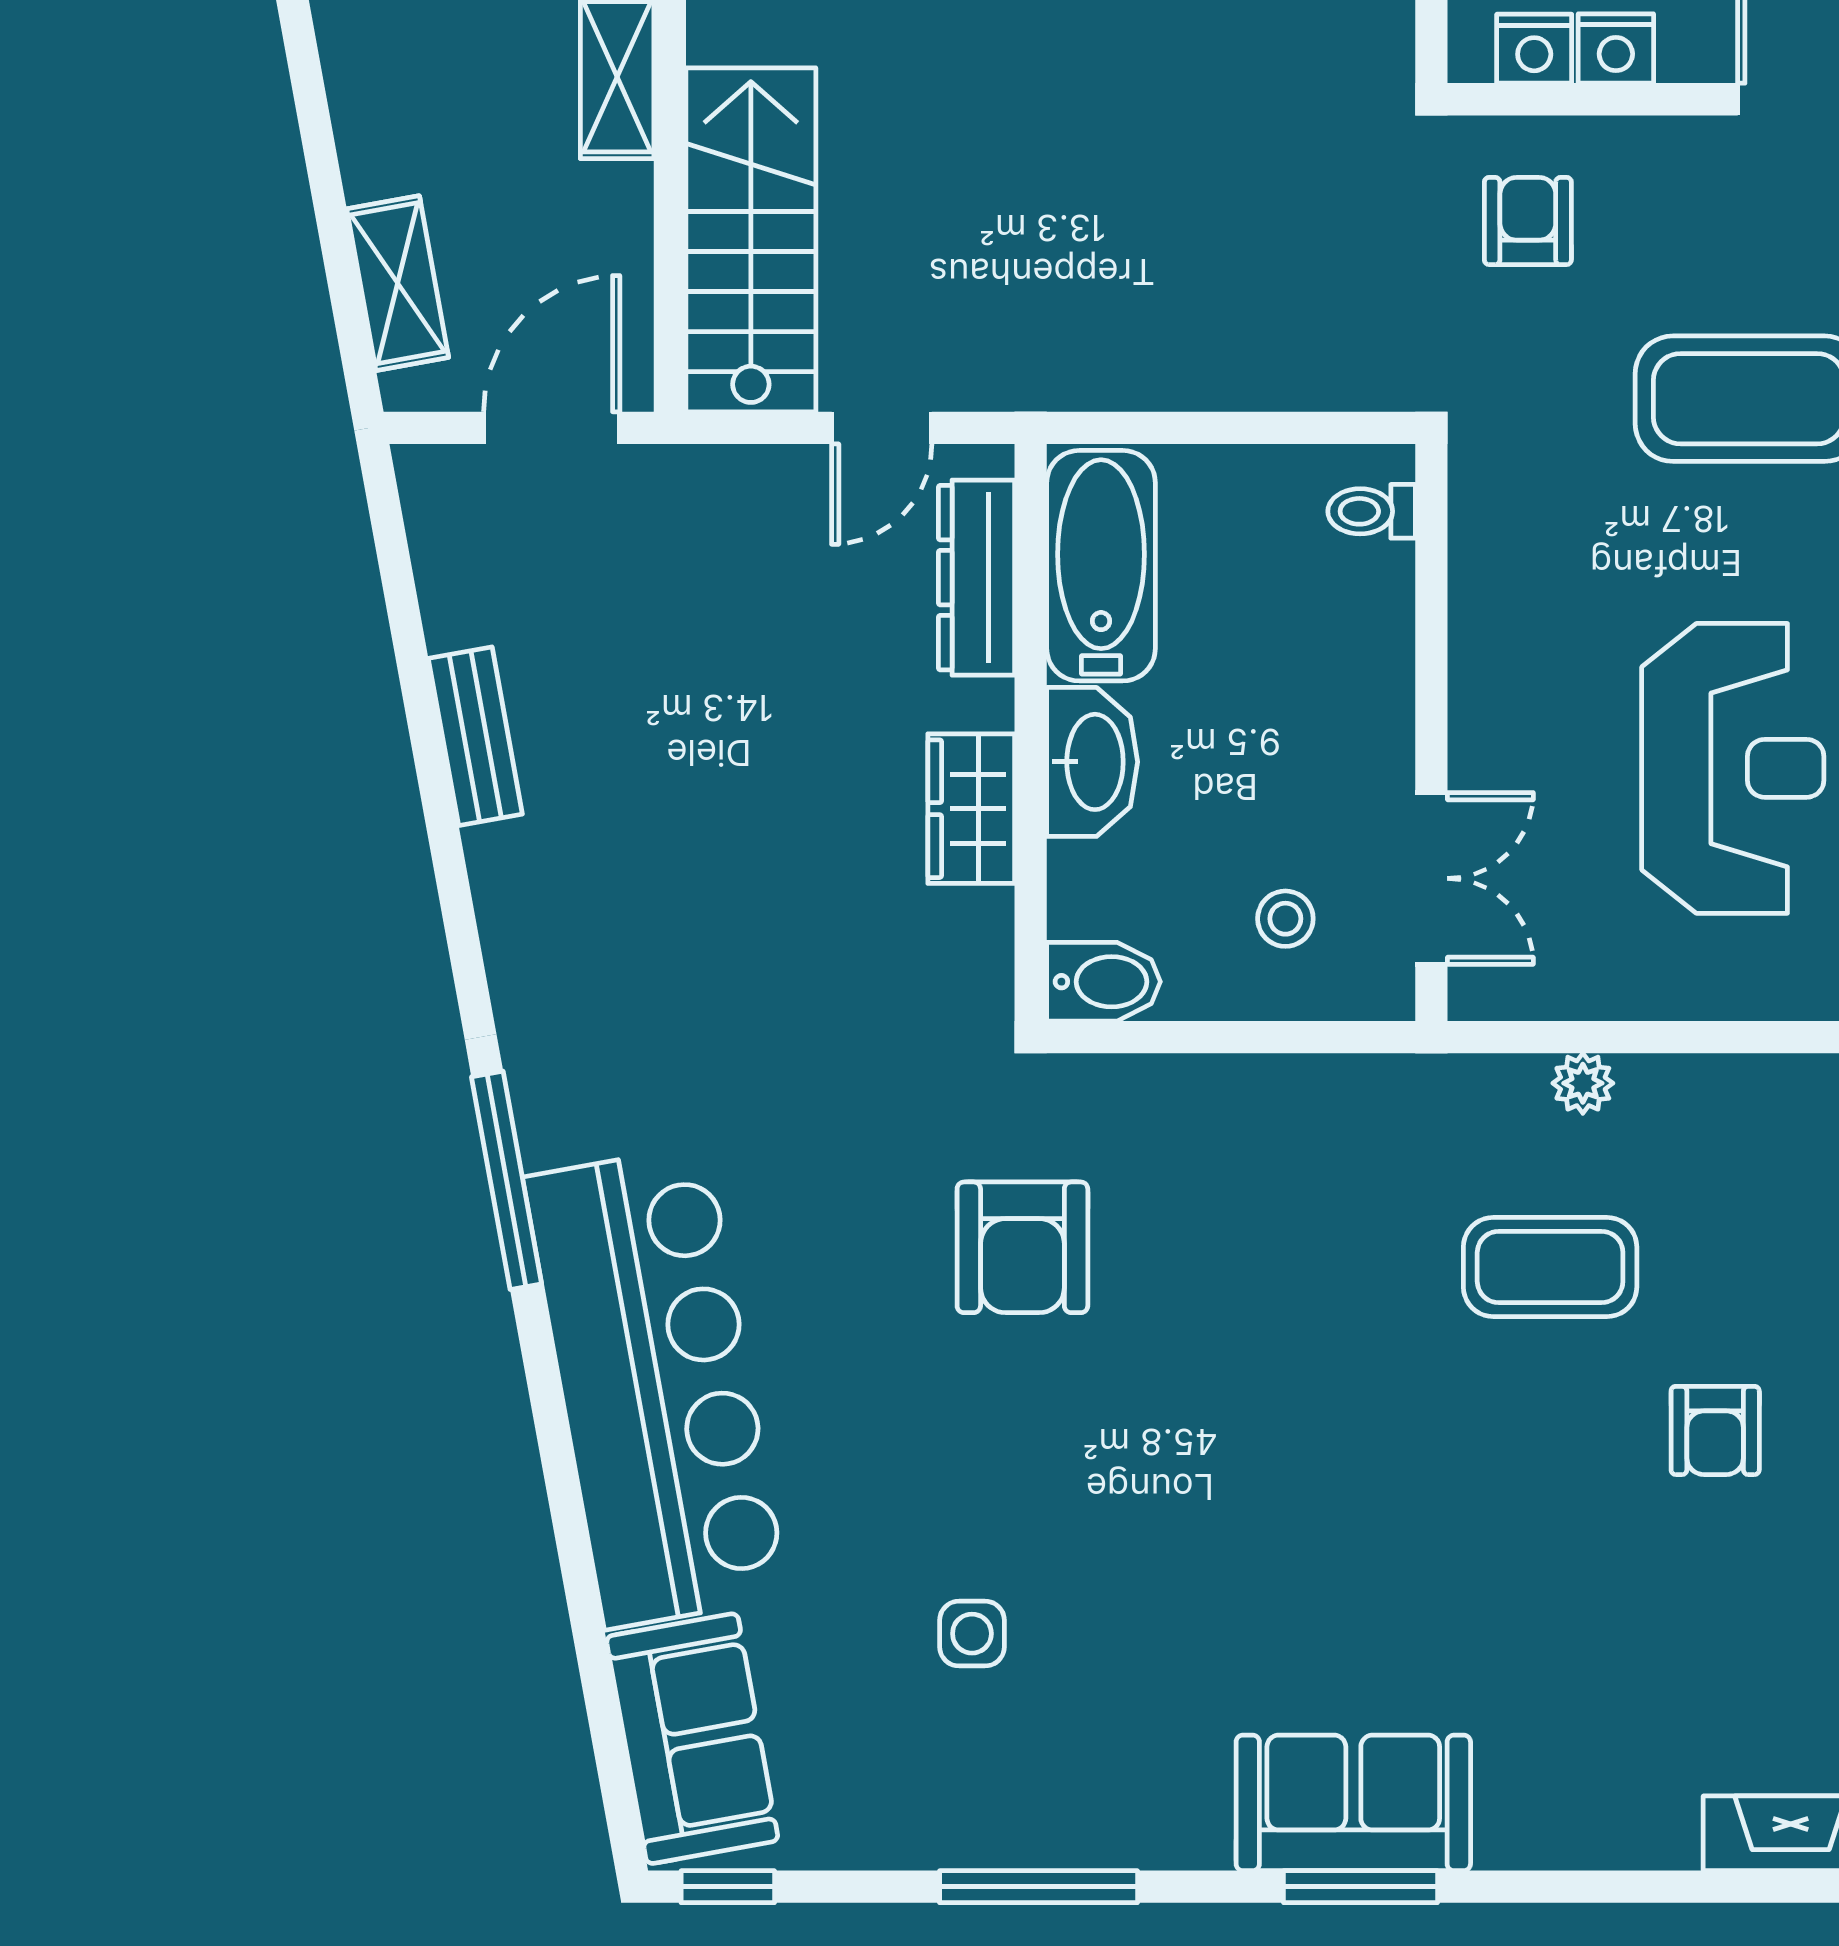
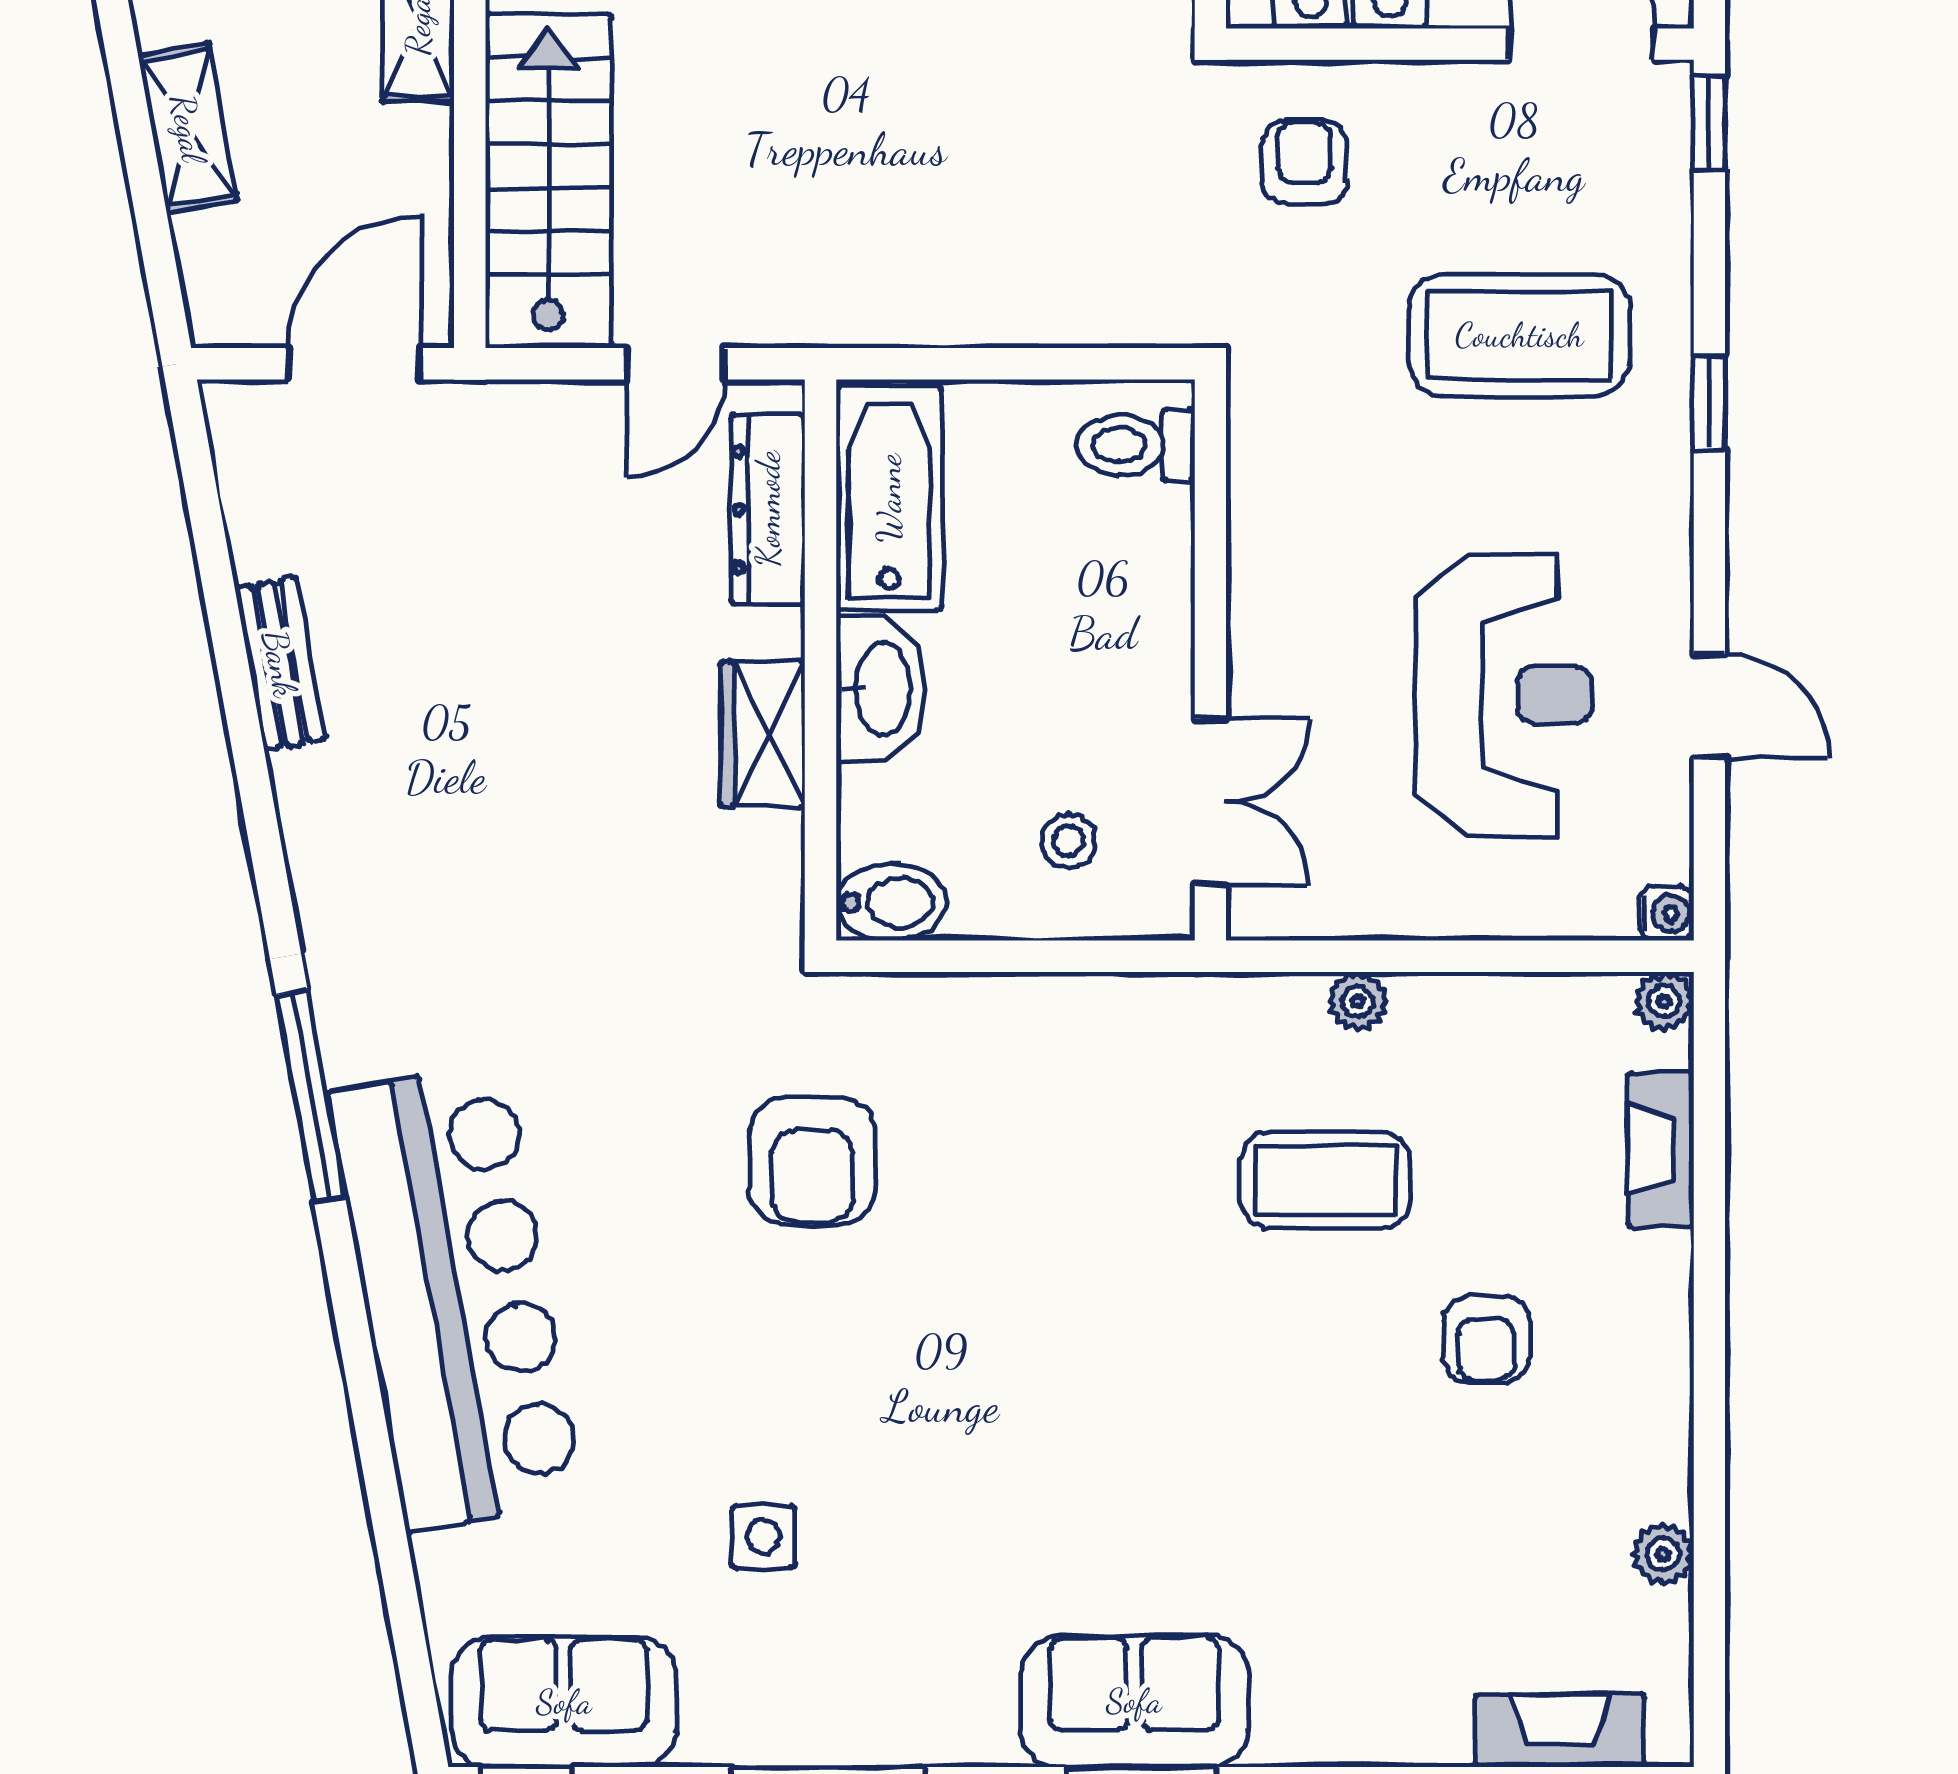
shelving: (398, 283) -> (188, 128), moved
toilet: (1372, 511) -> (1136, 445), width x1.37, depth x1.39
sofa: (692, 1739) -> (564, 1702), moved, turned -80

